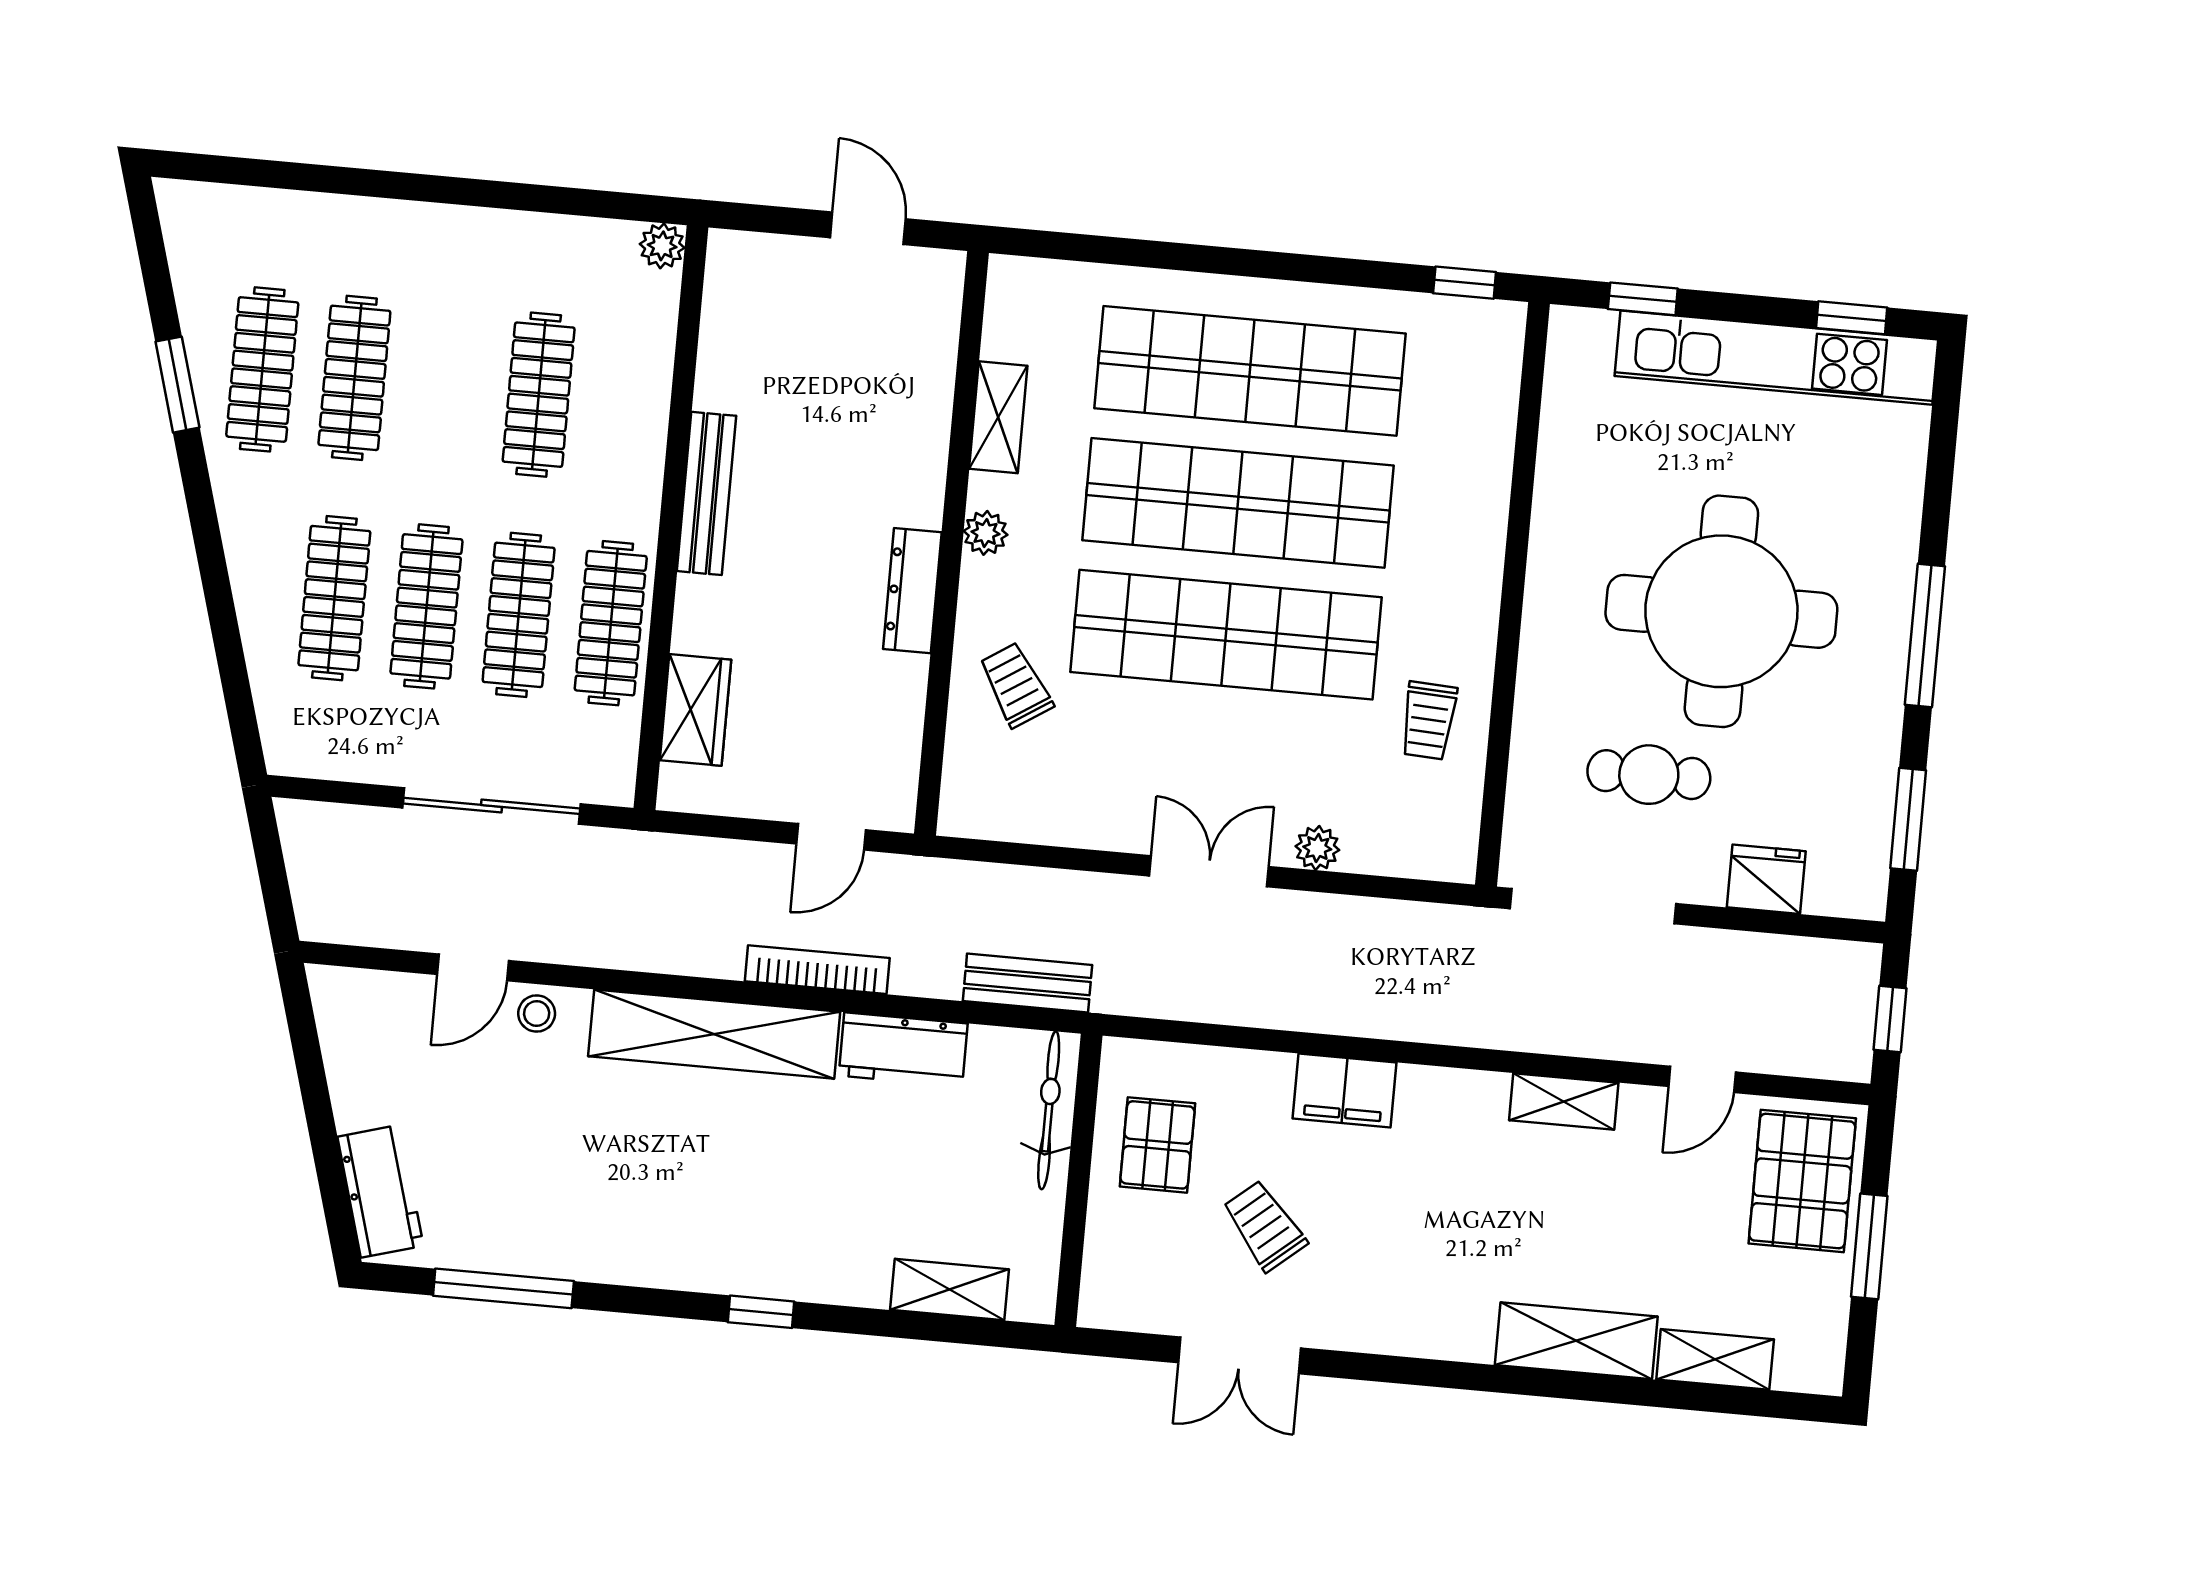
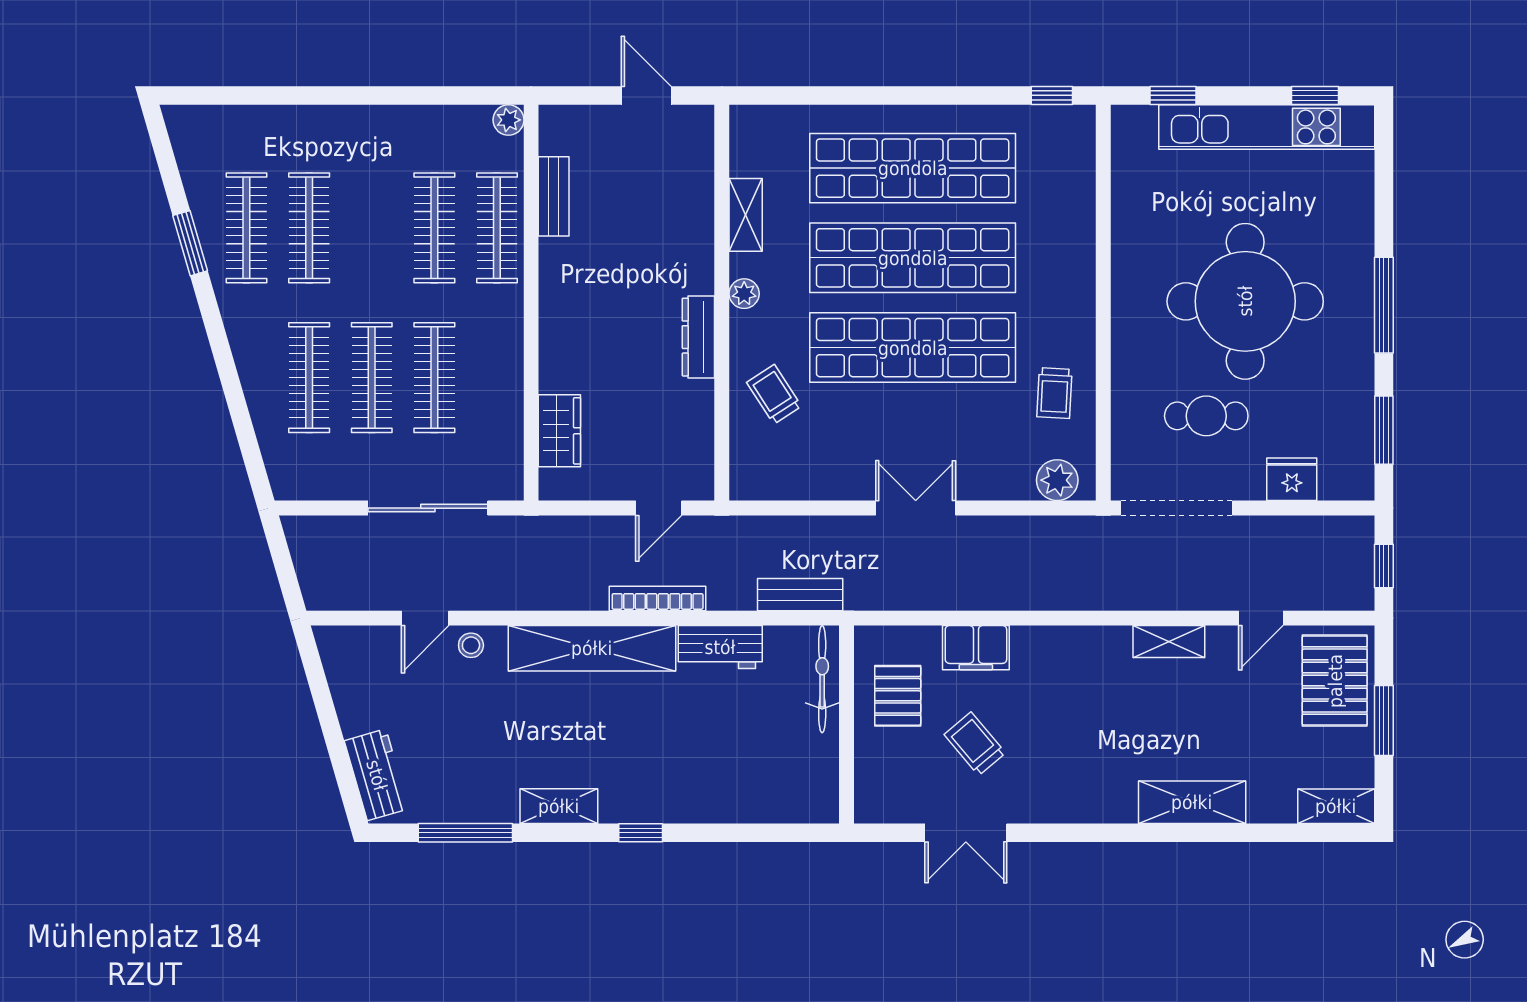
bench: (707, 493) -> (554, 196), moved, width x0.73
clothes rail: (611, 623) -> (497, 228), moved
plant: (1317, 848) -> (1057, 480), moved, width x1.38, depth x1.38
filing cabinet: (1344, 1090) -> (976, 648), moved
shelving: (949, 1290) -> (559, 806), moved
shelving: (1715, 1359) -> (1336, 806), moved

